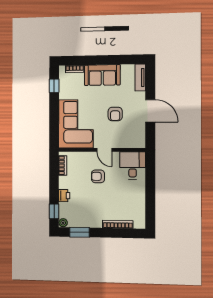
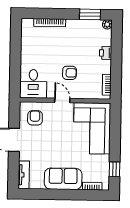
armchair: (115, 114) -> (35, 118), moved
window: (54, 211) -> (117, 36), removed

